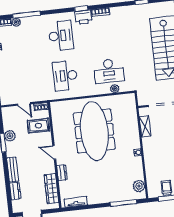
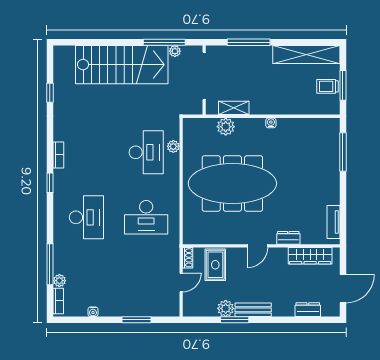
printer: (83, 17) -> (63, 181), removed
desk: (61, 36) -> (86, 217), turned 90
bench: (13, 170) -> (253, 310), moved
plant: (139, 186) -> (226, 127), moved

